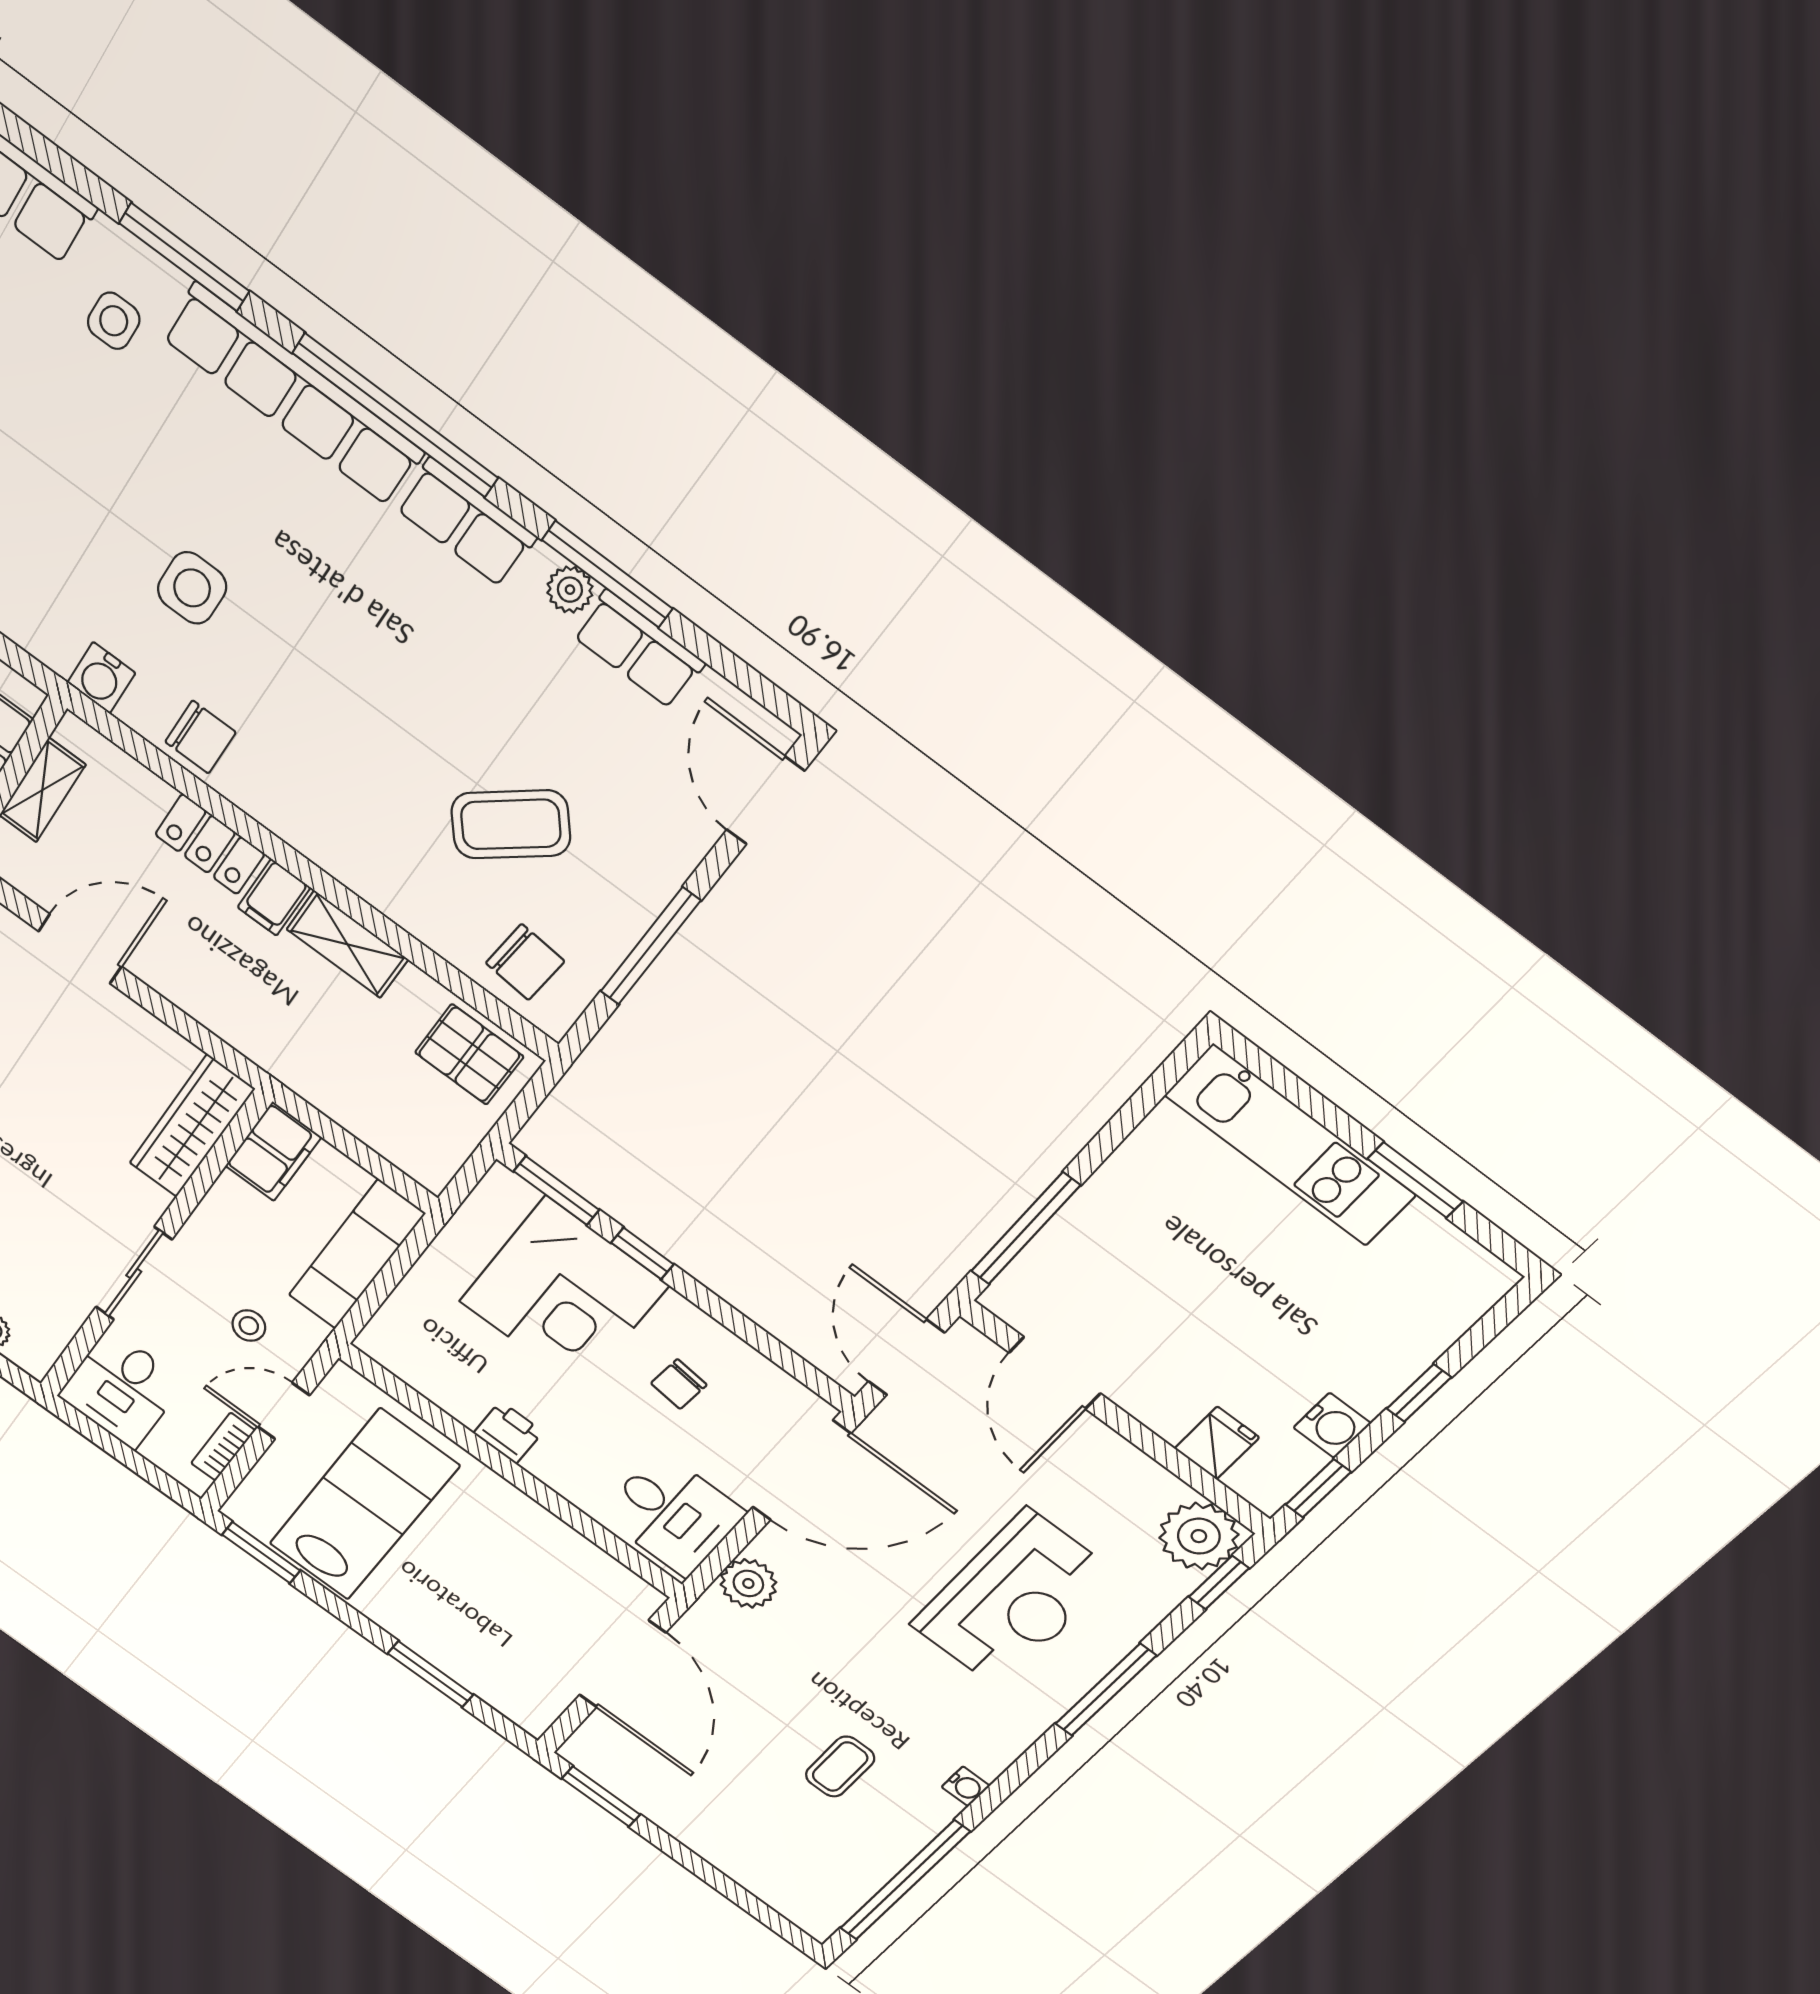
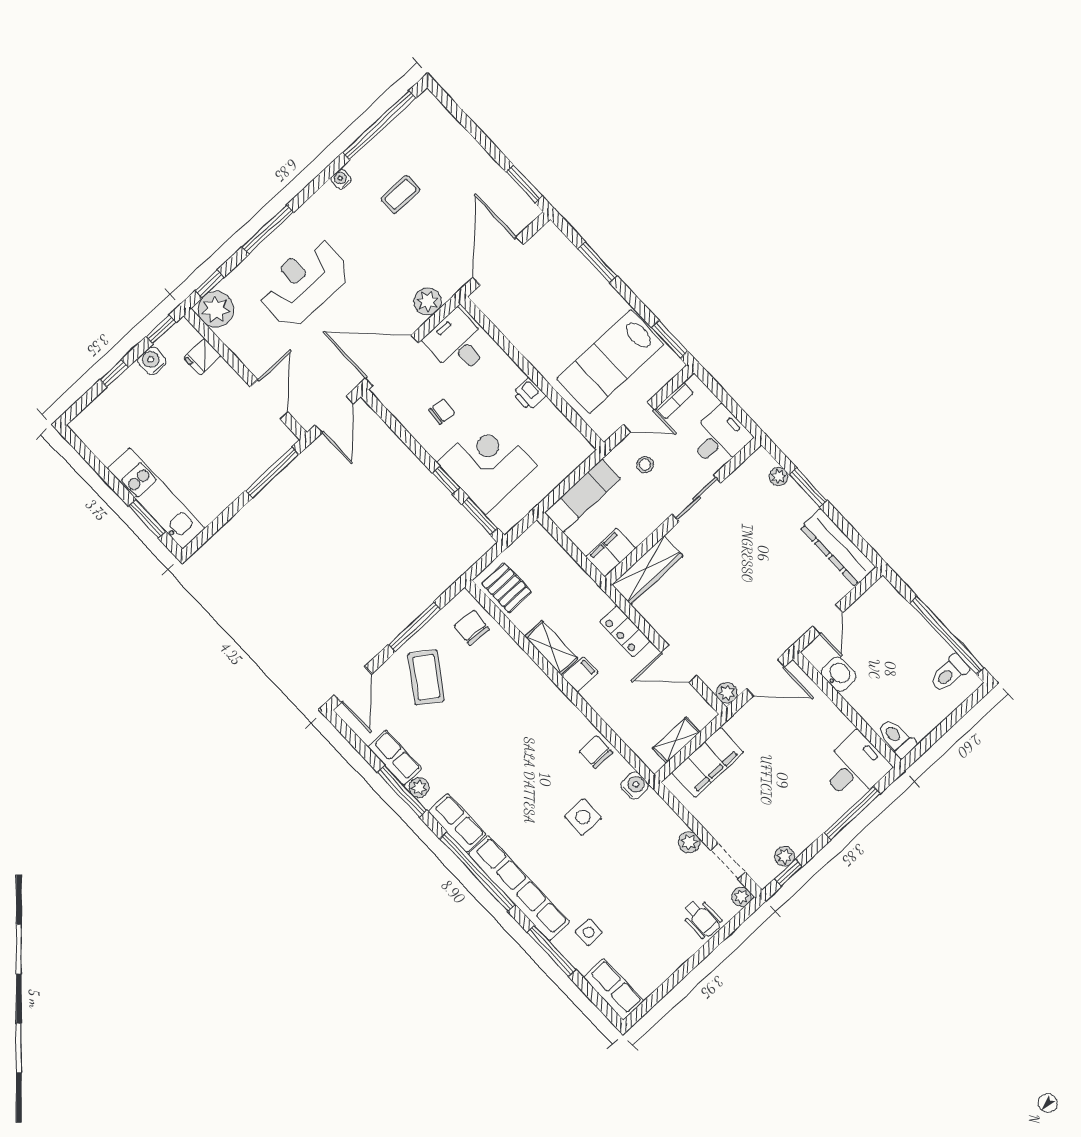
coffee table: (511, 824) -> (426, 677), moved, turned 75
locker: (210, 844) -> (625, 631), moved, turned 180
window: (1415, 1180) -> (147, 519), moved

